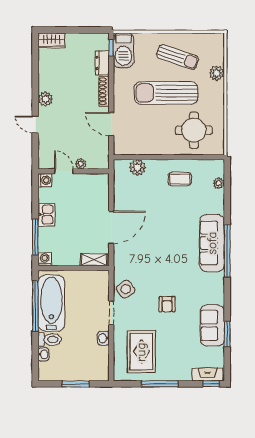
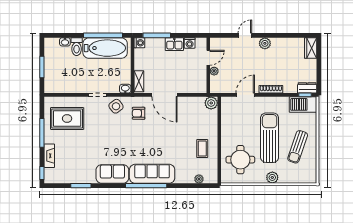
dresser: (102, 63) -> (307, 88), moved
plant: (217, 73) -> (272, 177), moved
plant: (137, 168) -> (211, 103), moved
washing machine: (45, 180) -> (190, 43), moved
armchair: (167, 304) -> (139, 113), moved
sofa: (212, 325) -> (112, 174), moved
washbasin: (103, 338) -> (125, 89), moved
fireplace: (207, 374) -> (49, 156), moved

